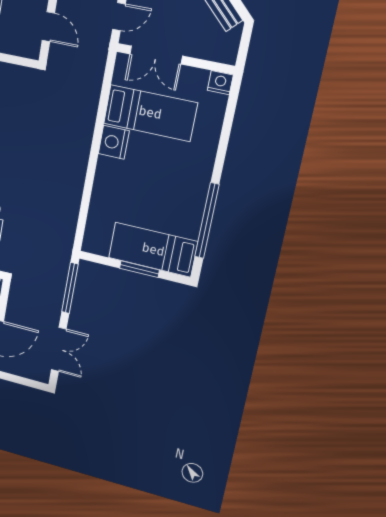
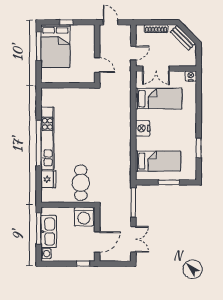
nightstand: (114, 142) -> (143, 128), moved
window: (207, 221) -> (199, 148), width x0.47
bed: (153, 250) -> (158, 161), moved, turned 180

